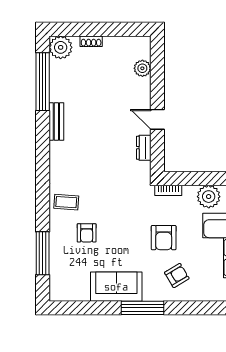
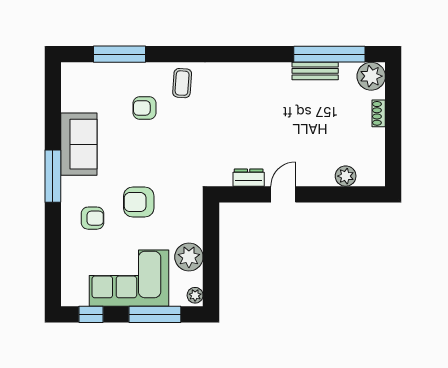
bench: (56, 122) -> (315, 71), moved
bookcase: (168, 190) -> (196, 208), removed
armchair: (177, 275) -> (92, 218), turned -59

